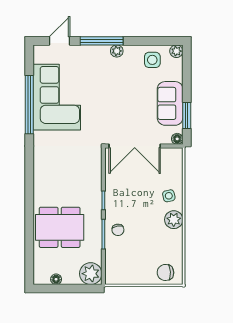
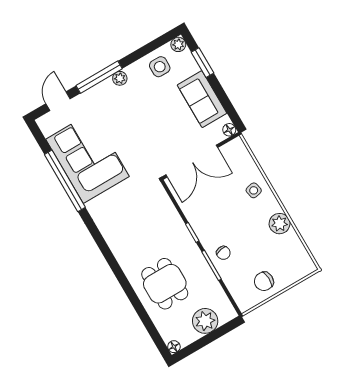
window: (187, 115) -> (203, 63), moved
plant: (174, 220) -> (280, 224), moved
dining table: (60, 227) -> (165, 284), width x0.73
chair: (165, 272) -> (264, 281), moved
plant: (91, 274) -> (205, 321), moved
floor lamp: (56, 279) -> (174, 347), moved

